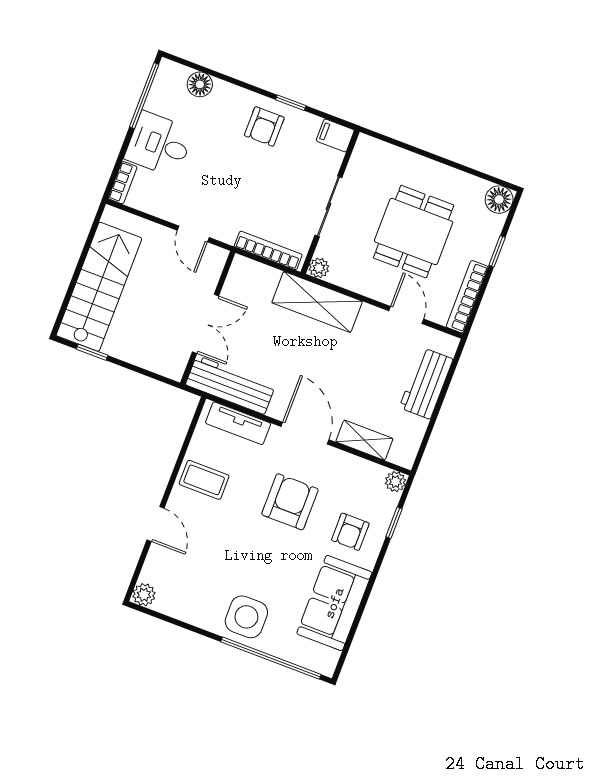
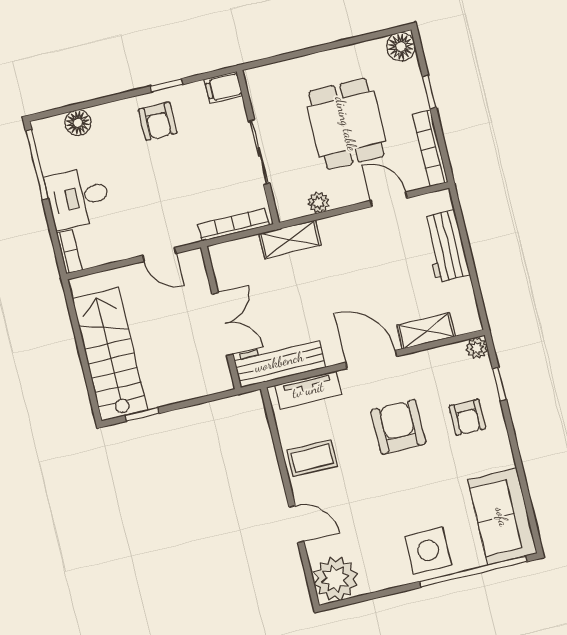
plant: (319, 268) -> (318, 203), moved
shelving: (317, 302) -> (290, 239), width x0.67, depth x0.75
plant: (144, 595) -> (335, 579), width x1.88, depth x1.88
sofa: (334, 603) -> (502, 517), moved

